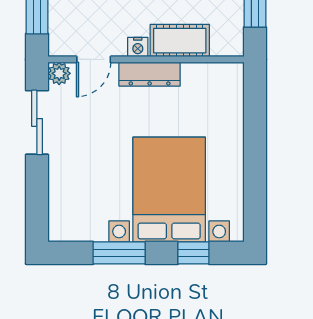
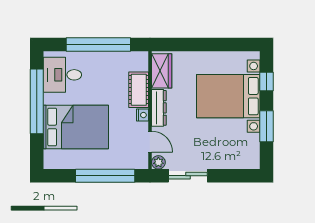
wardrobe: (211, 79) -> (162, 71), added

